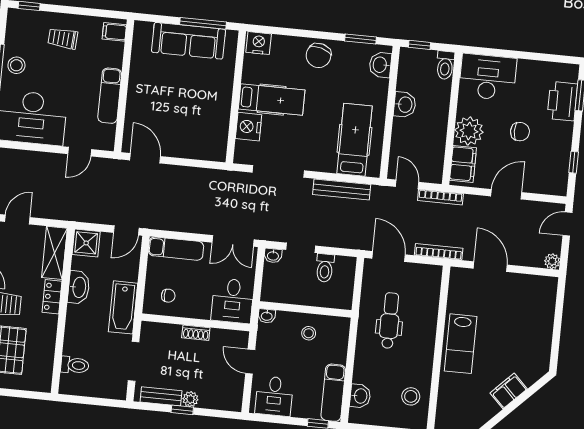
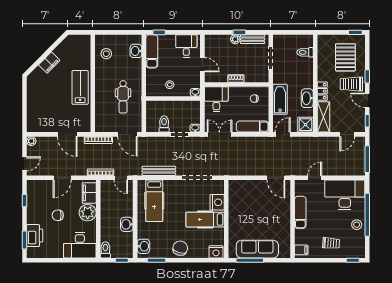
bathtub: (123, 307) -> (280, 99), moved

